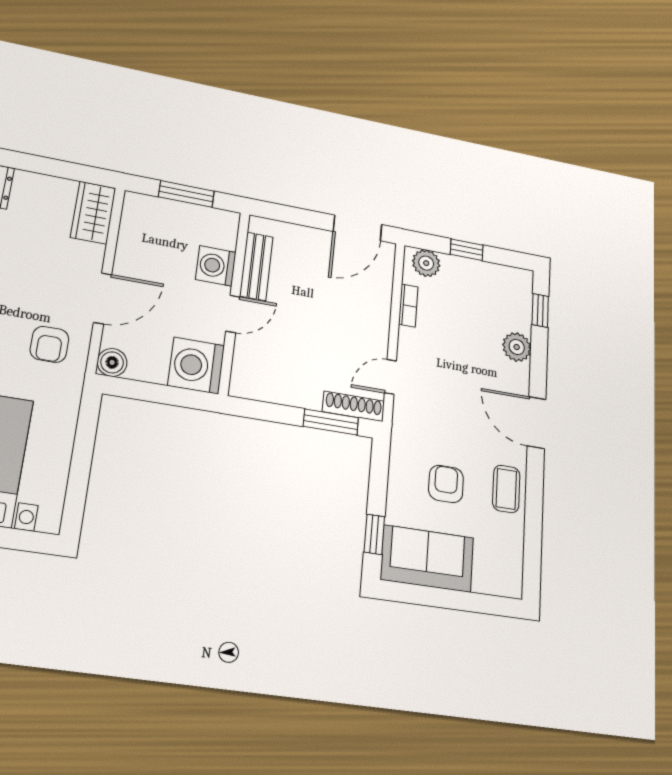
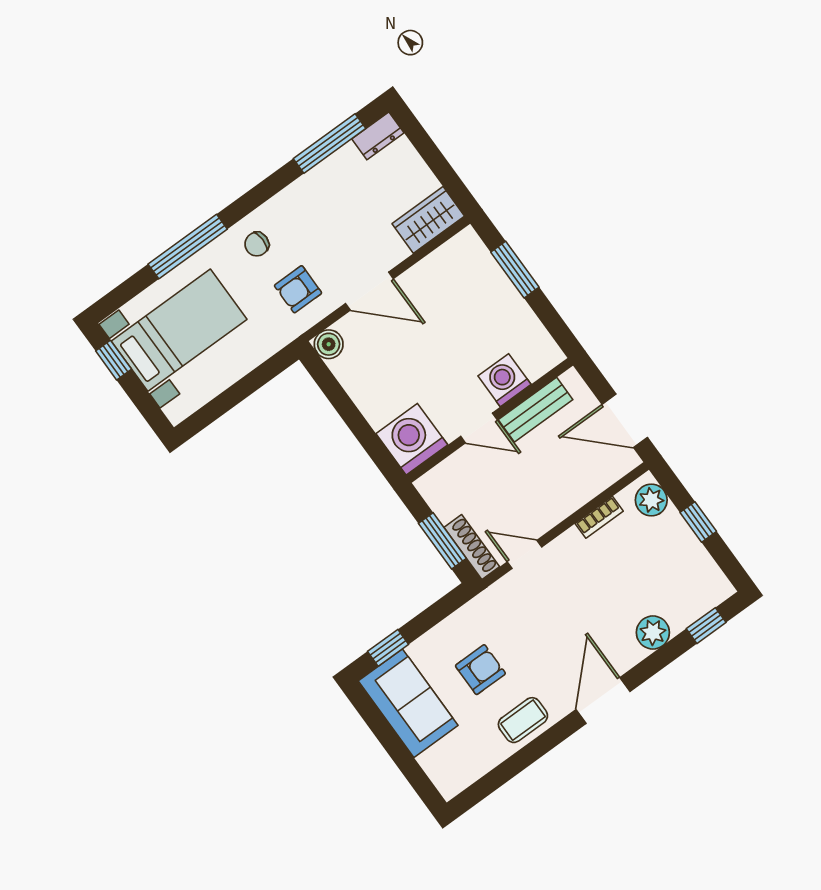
washing machine: (216, 266) -> (504, 380), moved
bench: (256, 266) -> (536, 410), moved
wall: (234, 302) -> (490, 420), moved
door: (233, 314) -> (479, 428), moved
washing machine: (196, 366) -> (412, 439), moved

